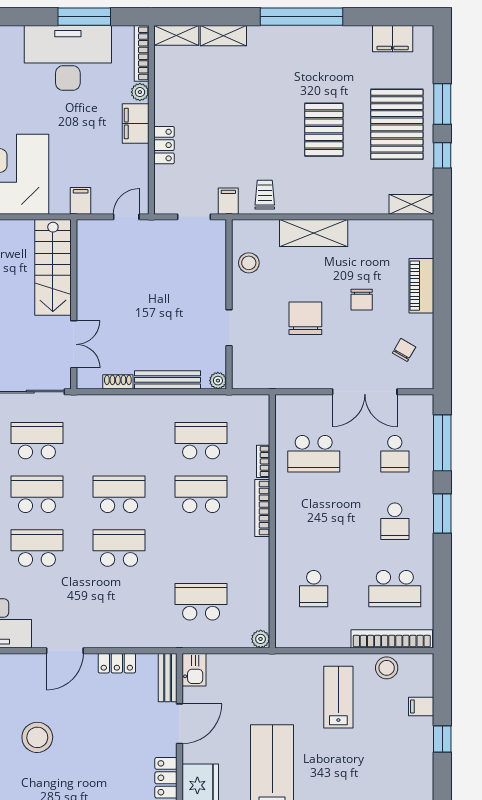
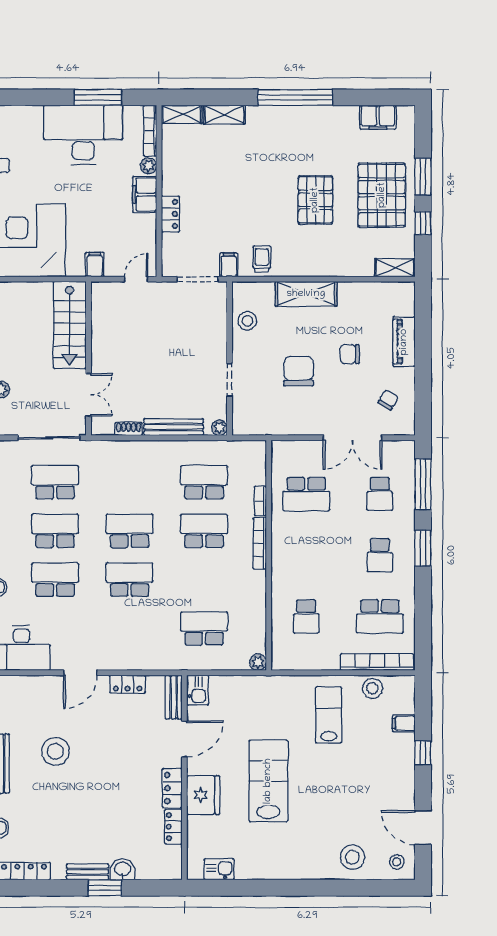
doorway: (194, 217) -> (198, 279), width x1.38
chair: (362, 300) -> (350, 354), turned 90

